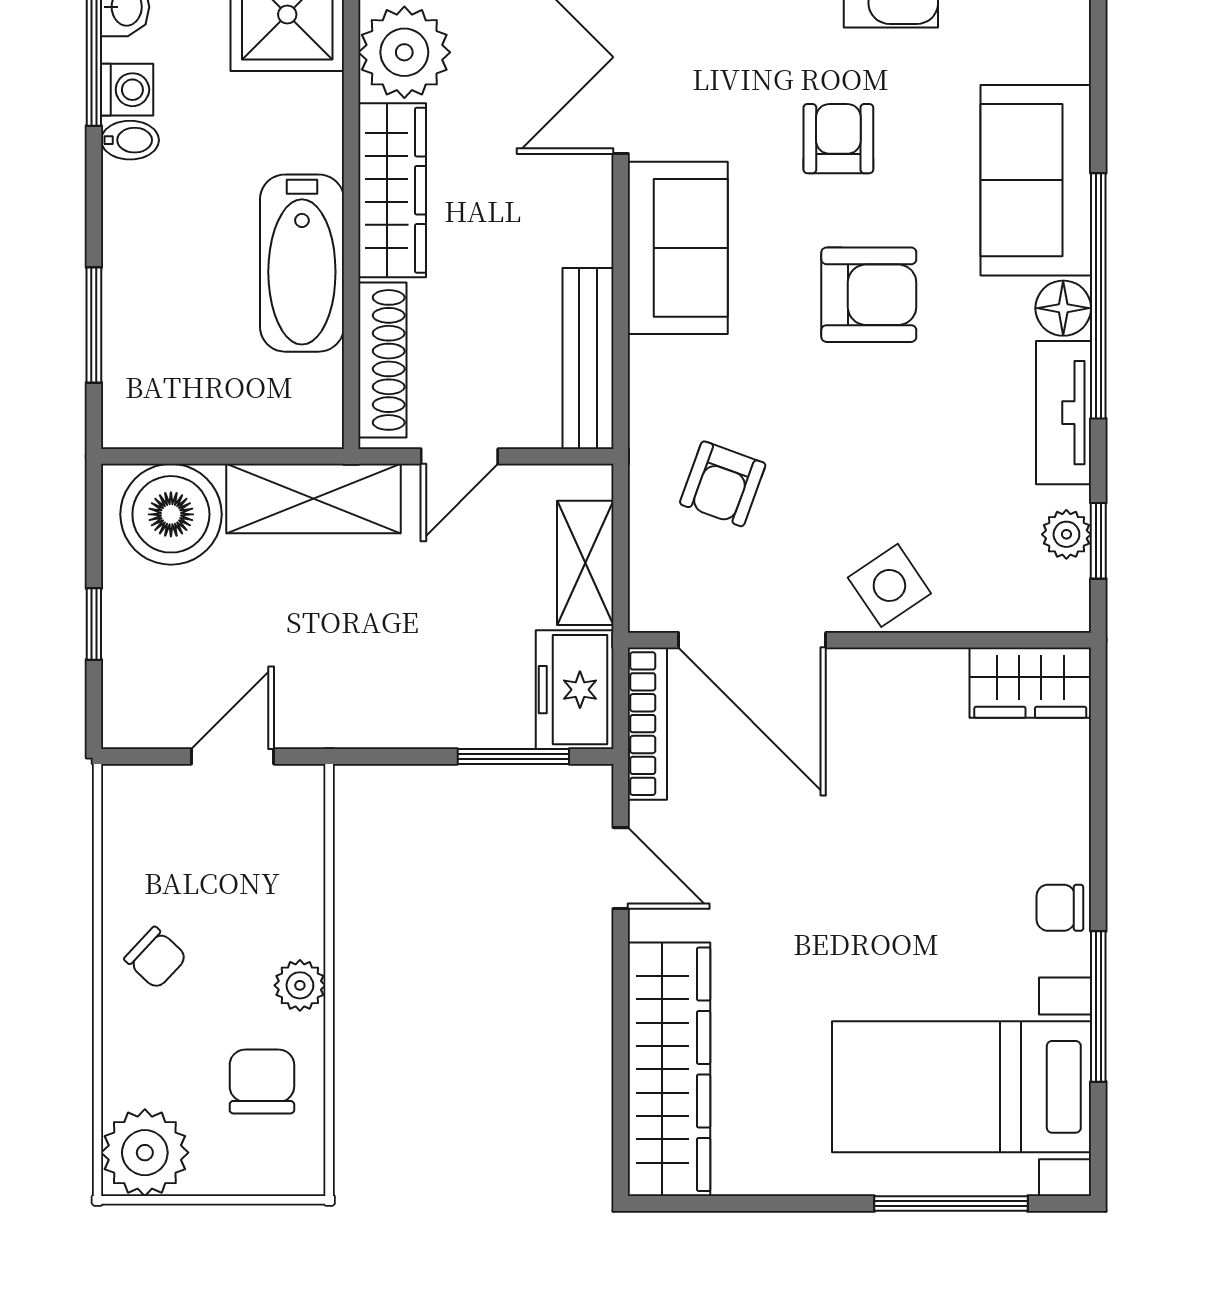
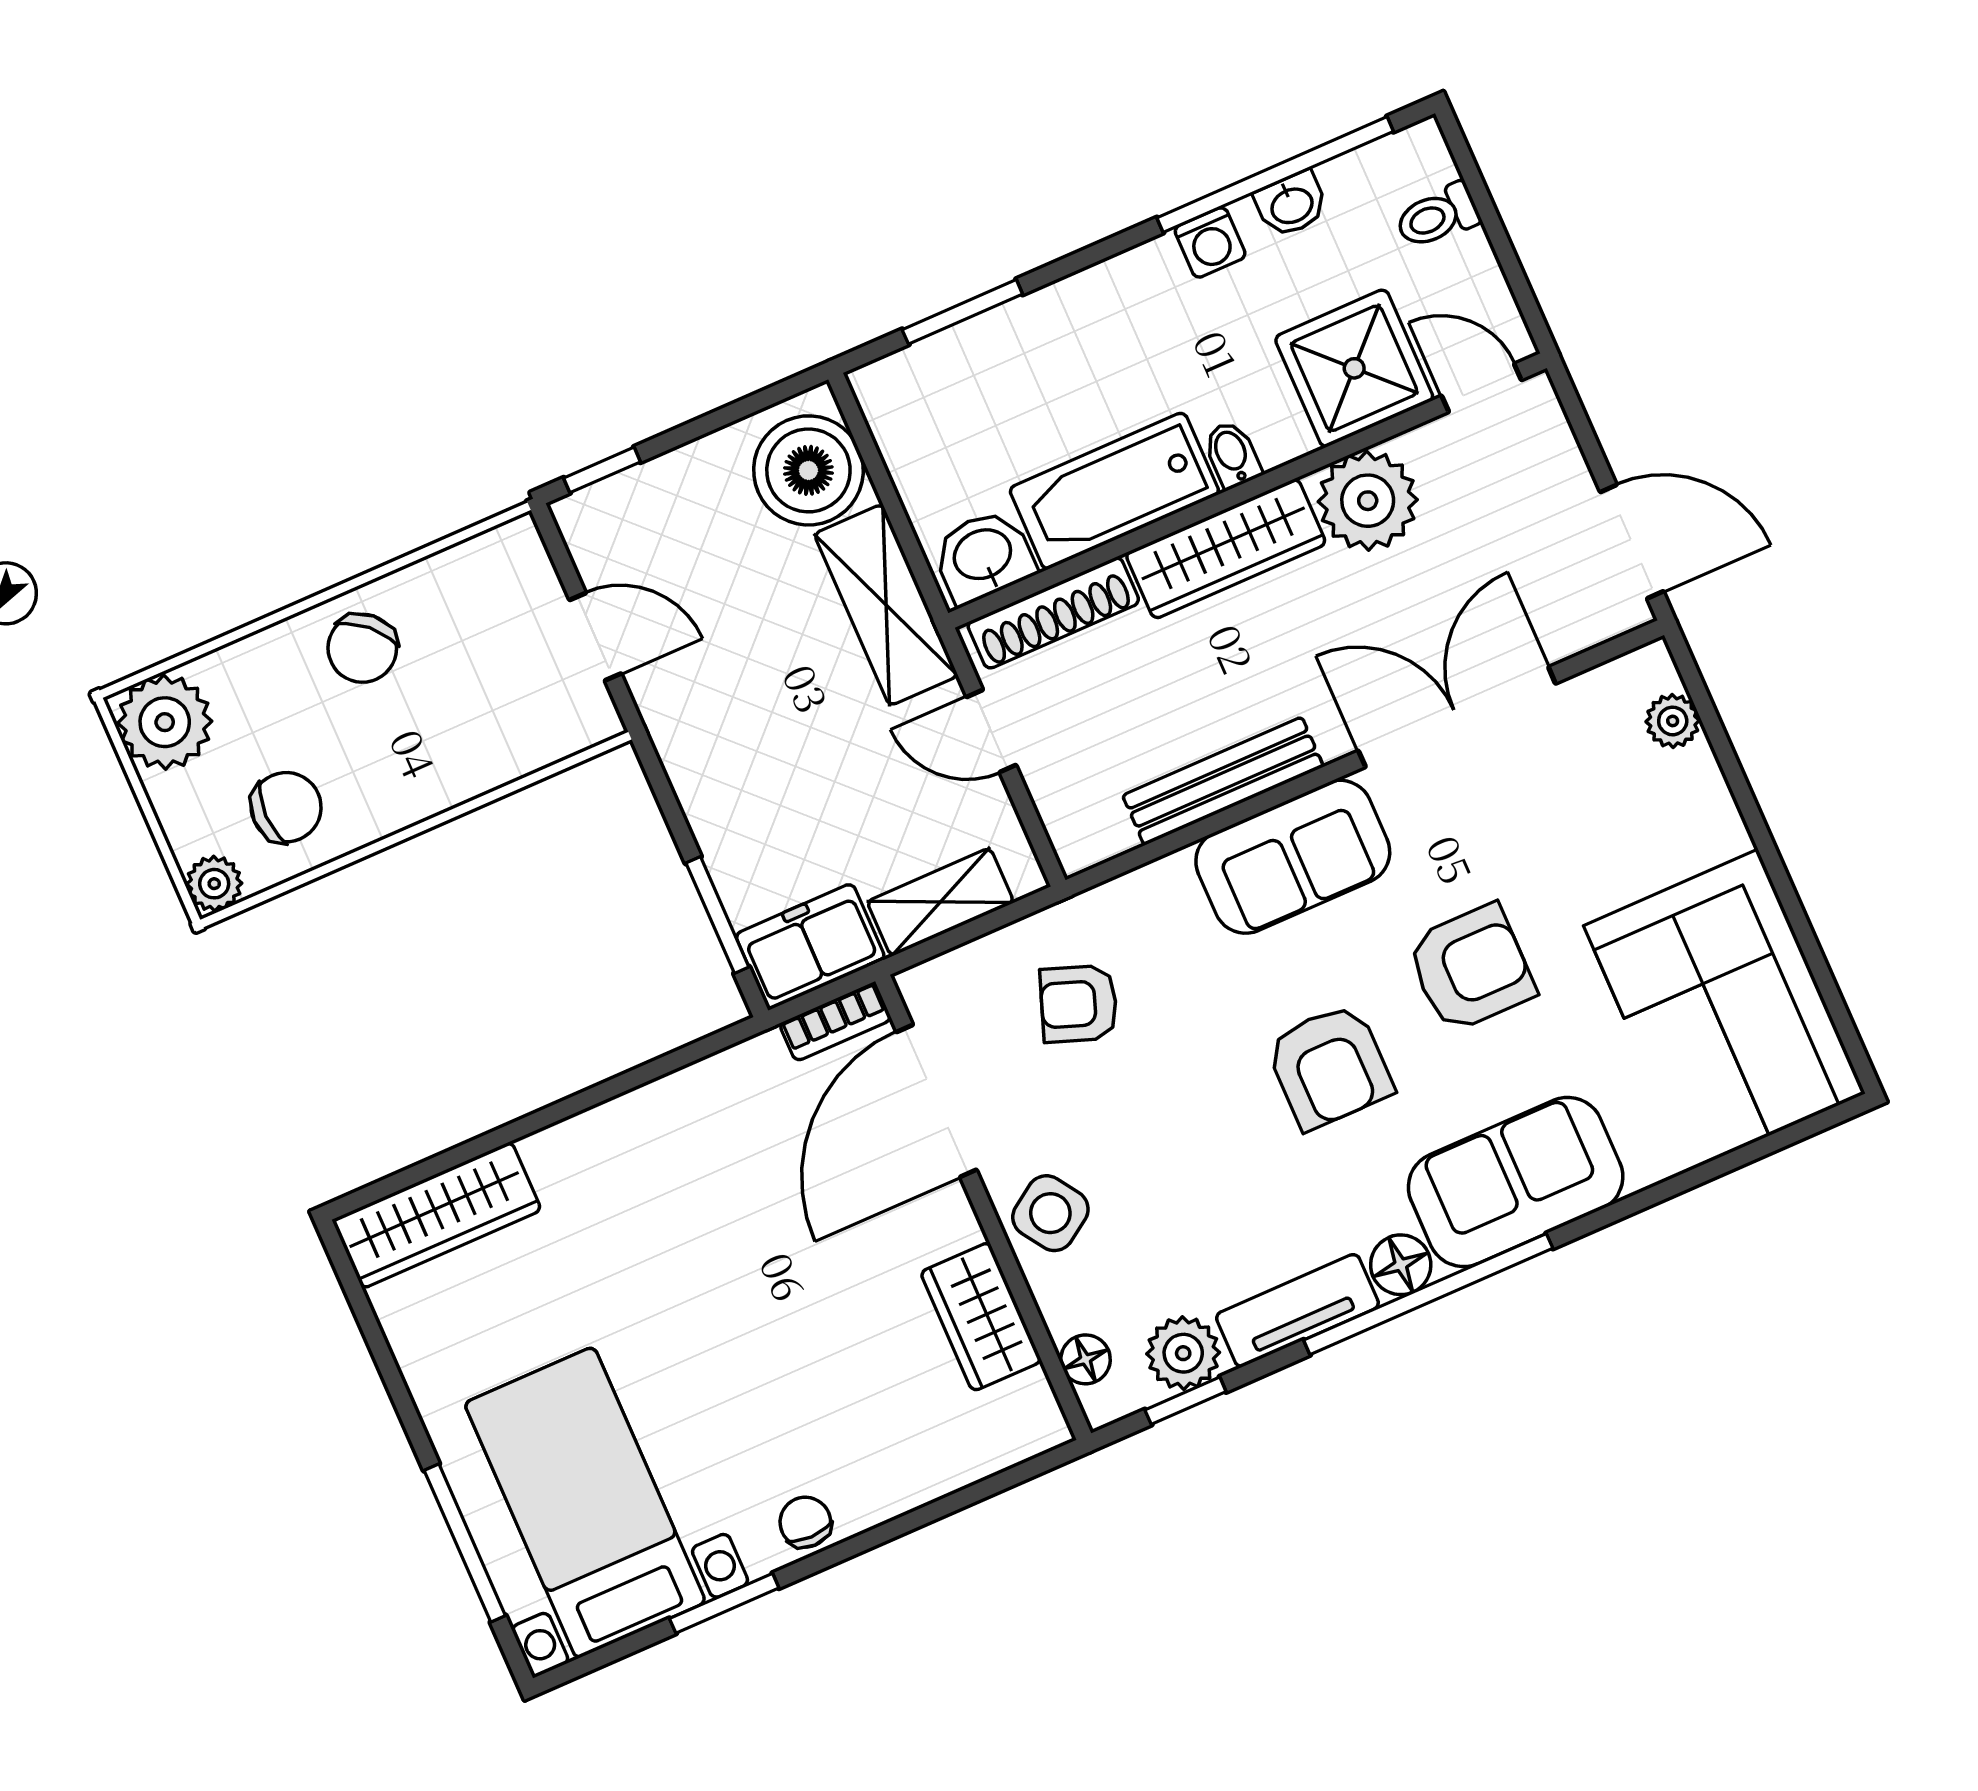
armchair: (838, 139) -> (1471, 968), width x1.38, depth x1.38
bidet: (130, 140) -> (1232, 455), moved, turned 180
bench: (588, 358) -> (1223, 781), moved
washbasin: (309, 398) -> (983, 556), added
plant: (1066, 534) -> (1183, 1353), width x1.38, depth x1.38
floor lamp: (1026, 610) -> (1086, 1359), added
window: (94, 624) -> (602, 470), moved
wardrobe: (1030, 683) -> (981, 1317), moved
bookcase: (647, 724) -> (835, 1022), width x0.64
door: (621, 868) -> (654, 1070), removed
chair: (156, 958) -> (362, 648), width x1.37, depth x1.37
plant: (300, 985) -> (214, 884), moved
window: (1098, 1006) -> (724, 1603), width x0.69
wardrobe: (669, 1069) -> (437, 1215), width x0.71, depth x0.85

